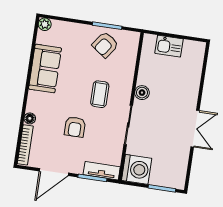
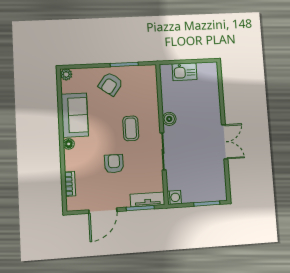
armchair: (105, 45) -> (111, 84), moved
floor lamp: (30, 118) -> (69, 144), moved
armchair: (75, 127) -> (114, 164), turned 180
bookcase: (25, 145) -> (70, 184), width x0.64
washing machine: (137, 169) -> (174, 197), width x0.53, depth x0.53

